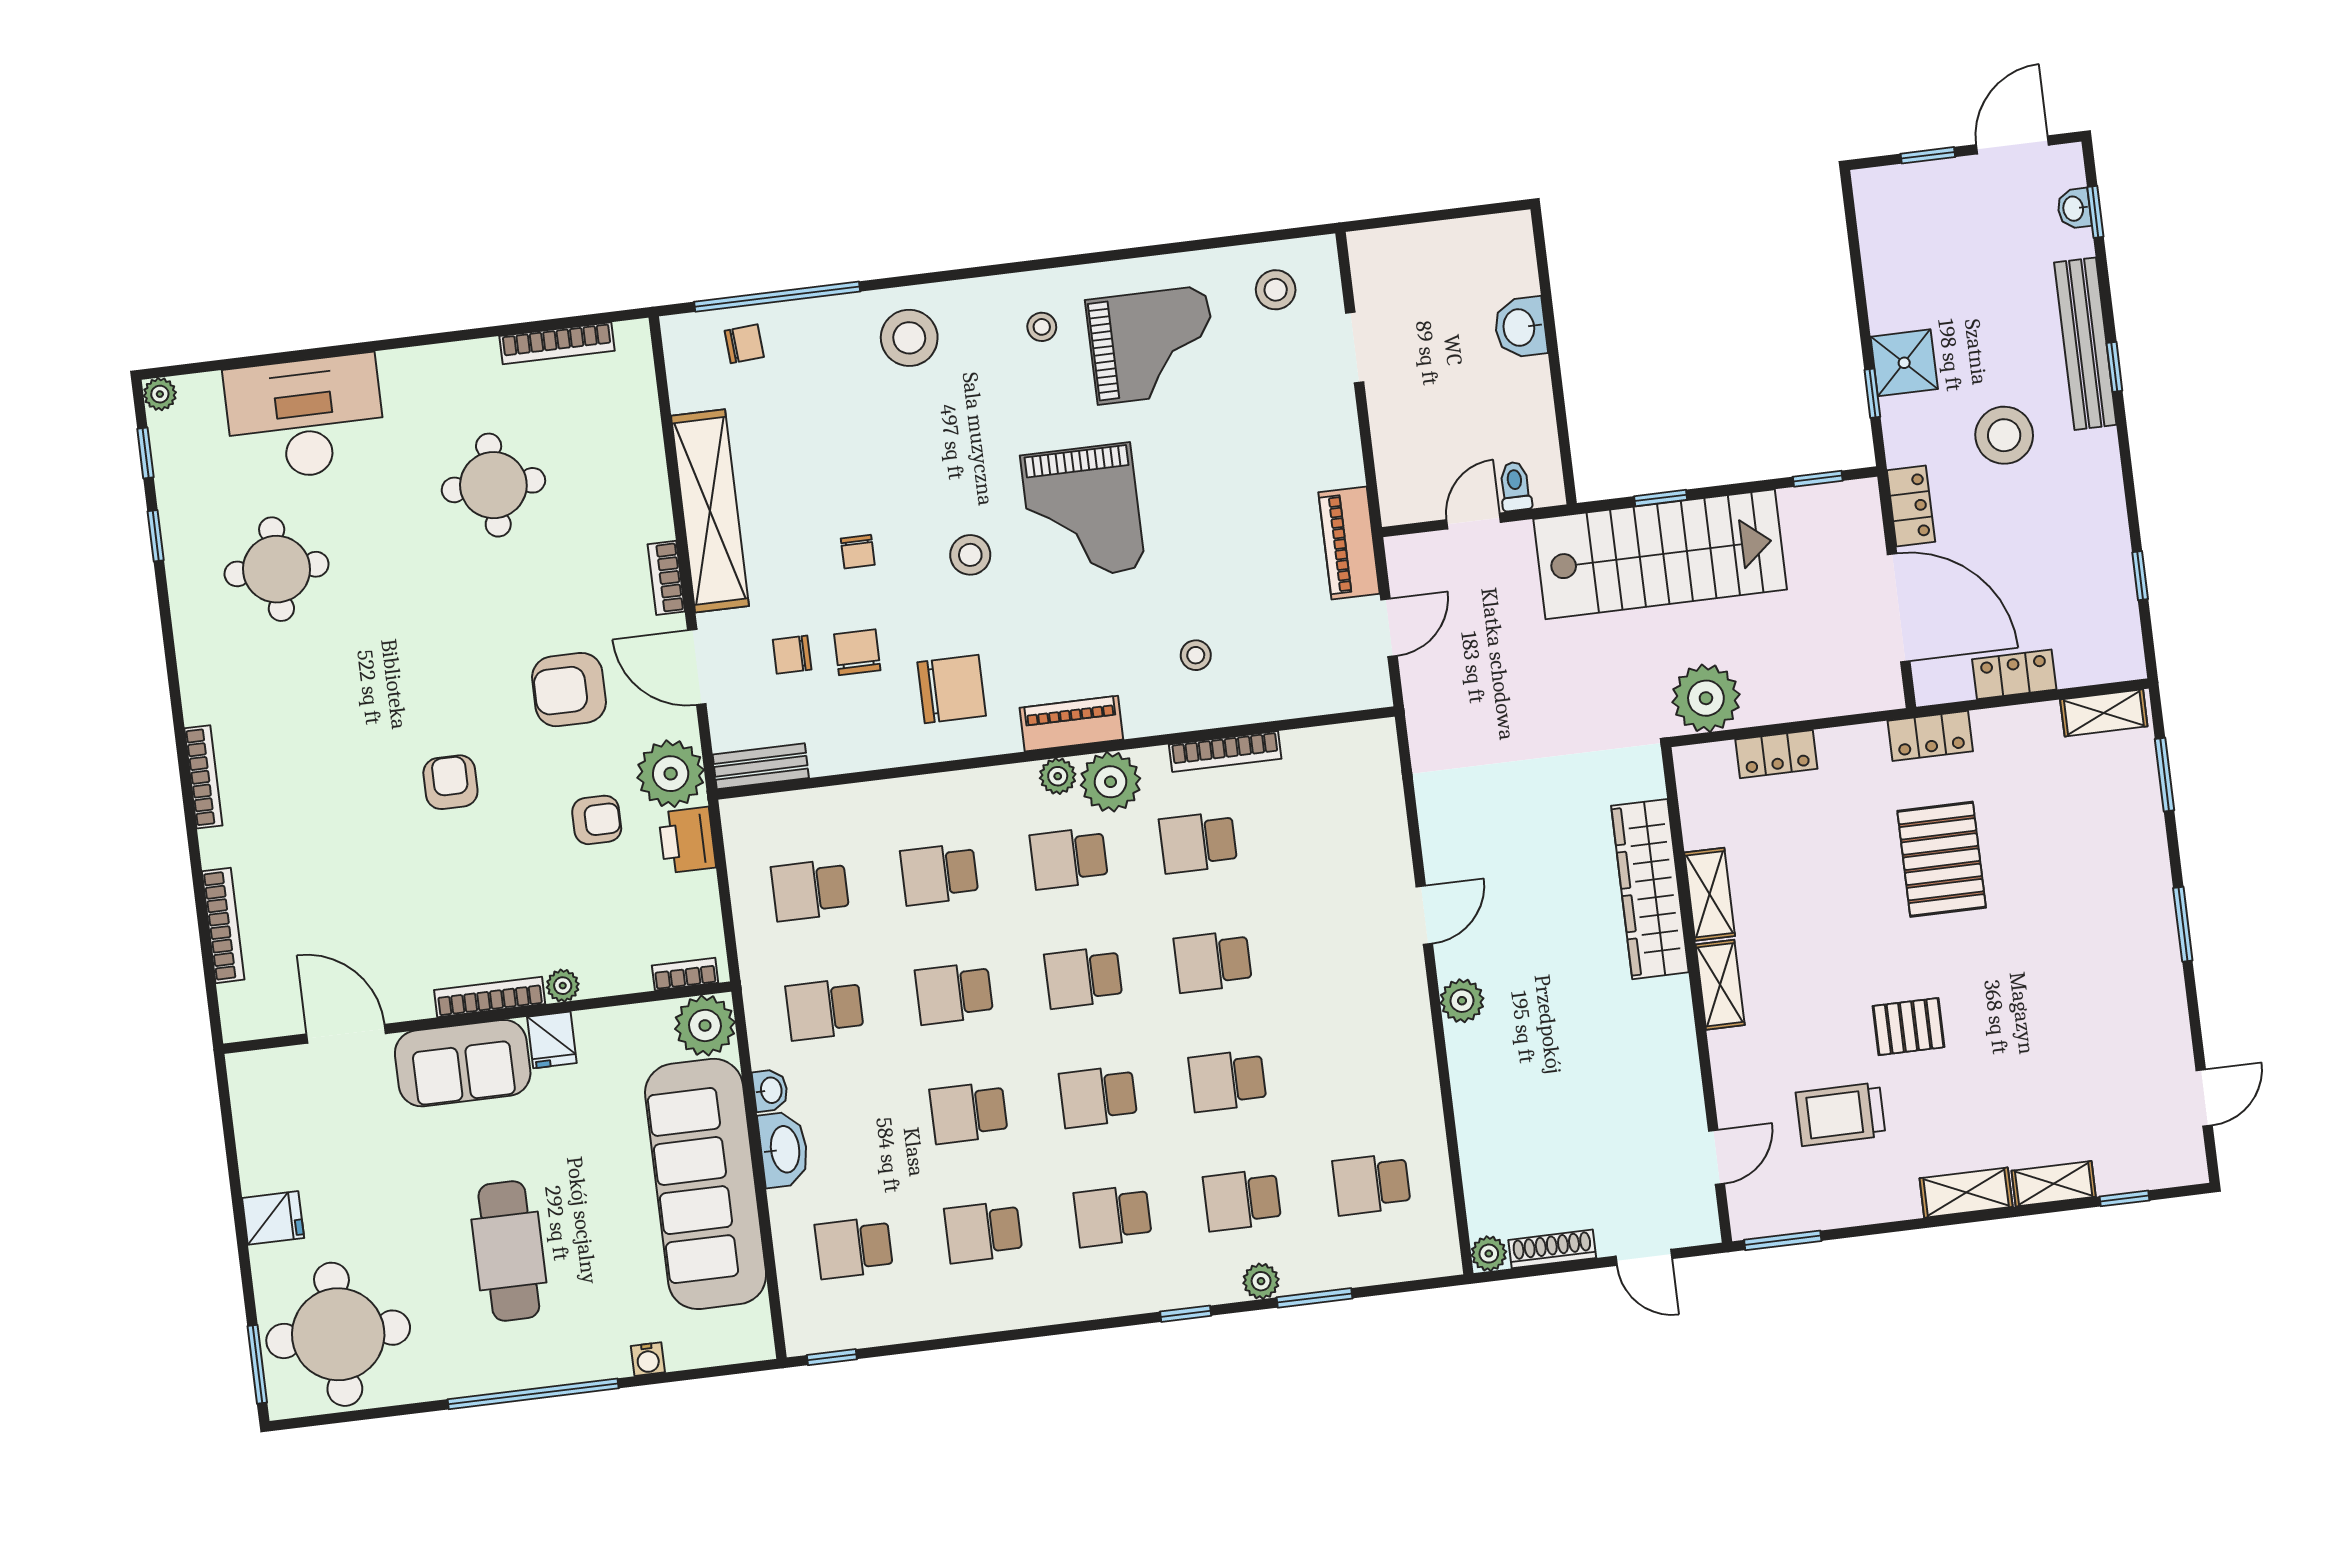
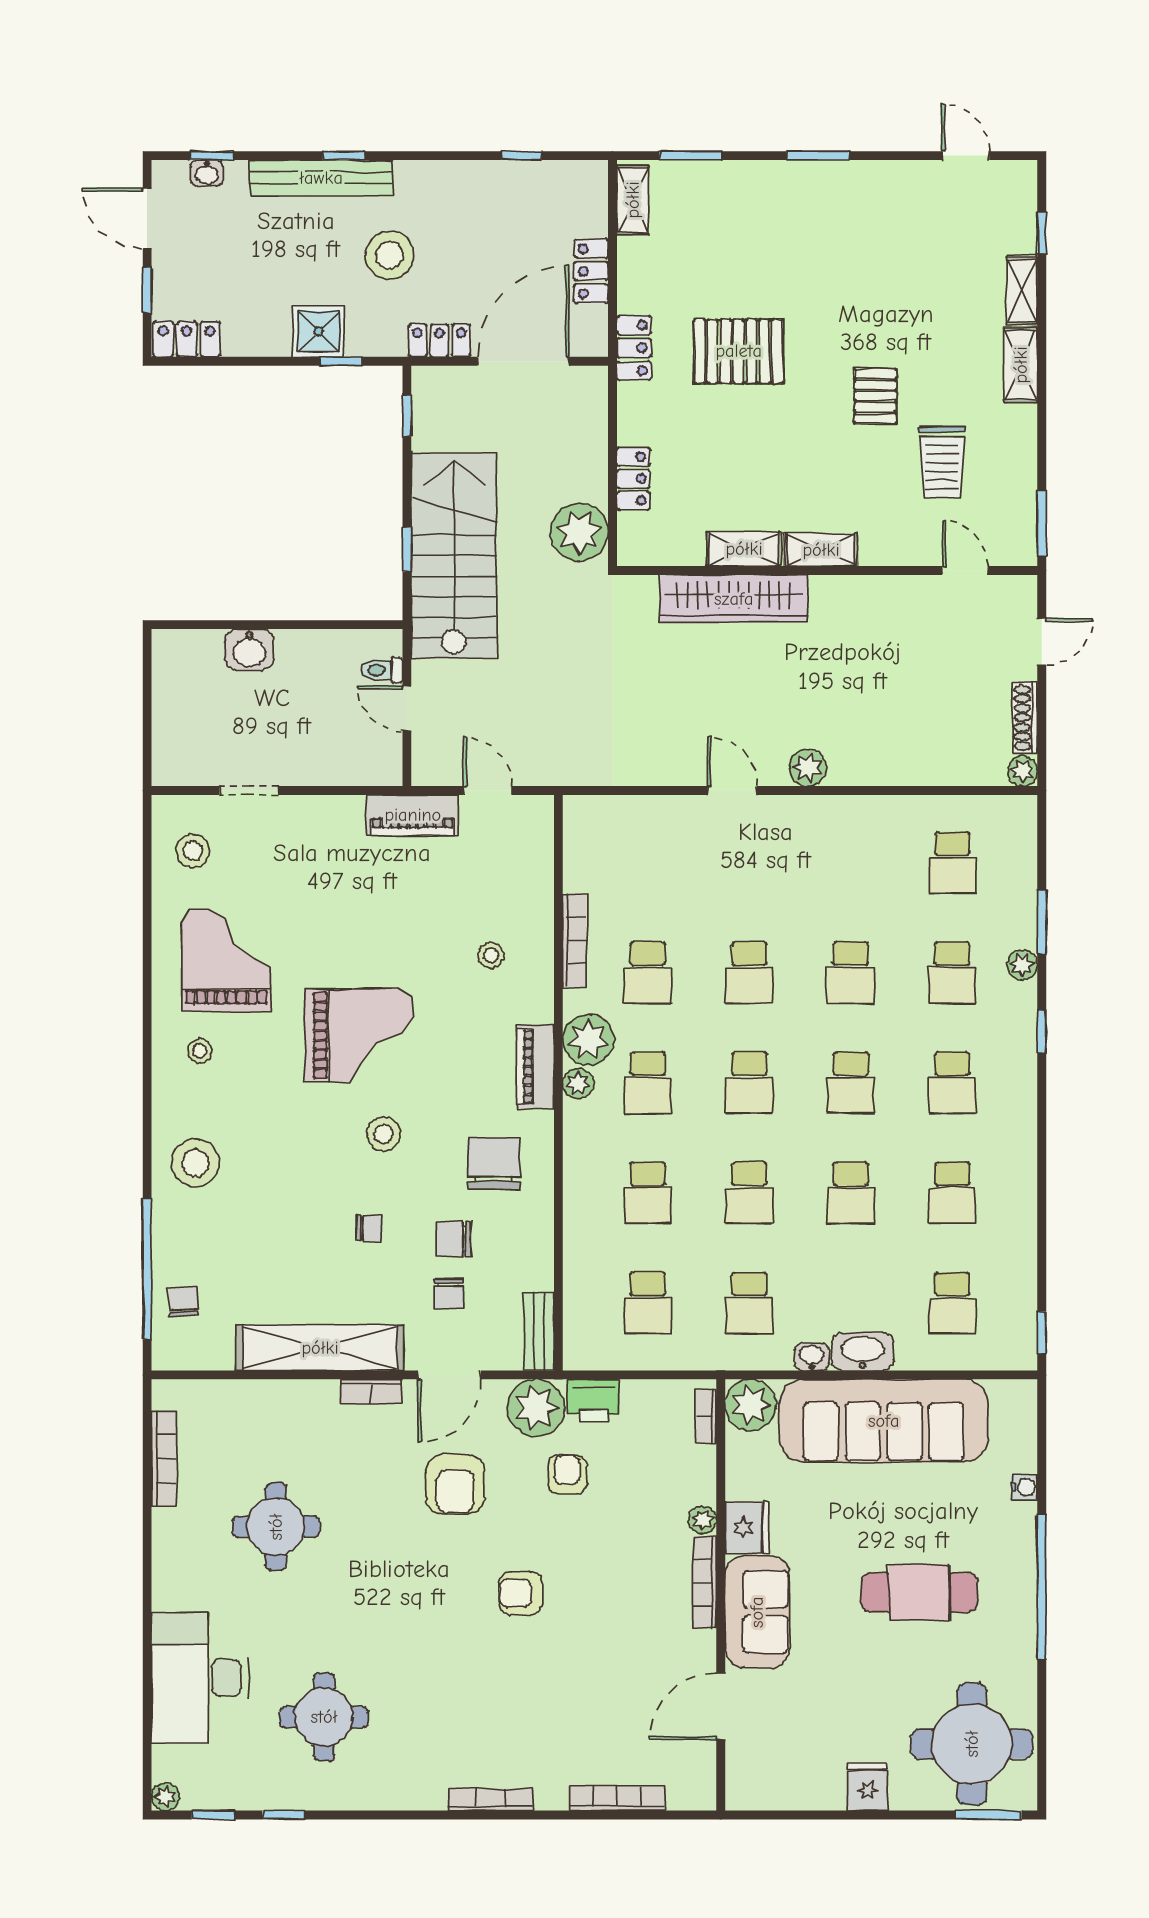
locker: (1876, 209) -> (187, 339), added
fridge: (552, 1040) -> (747, 1528), width x1.38

